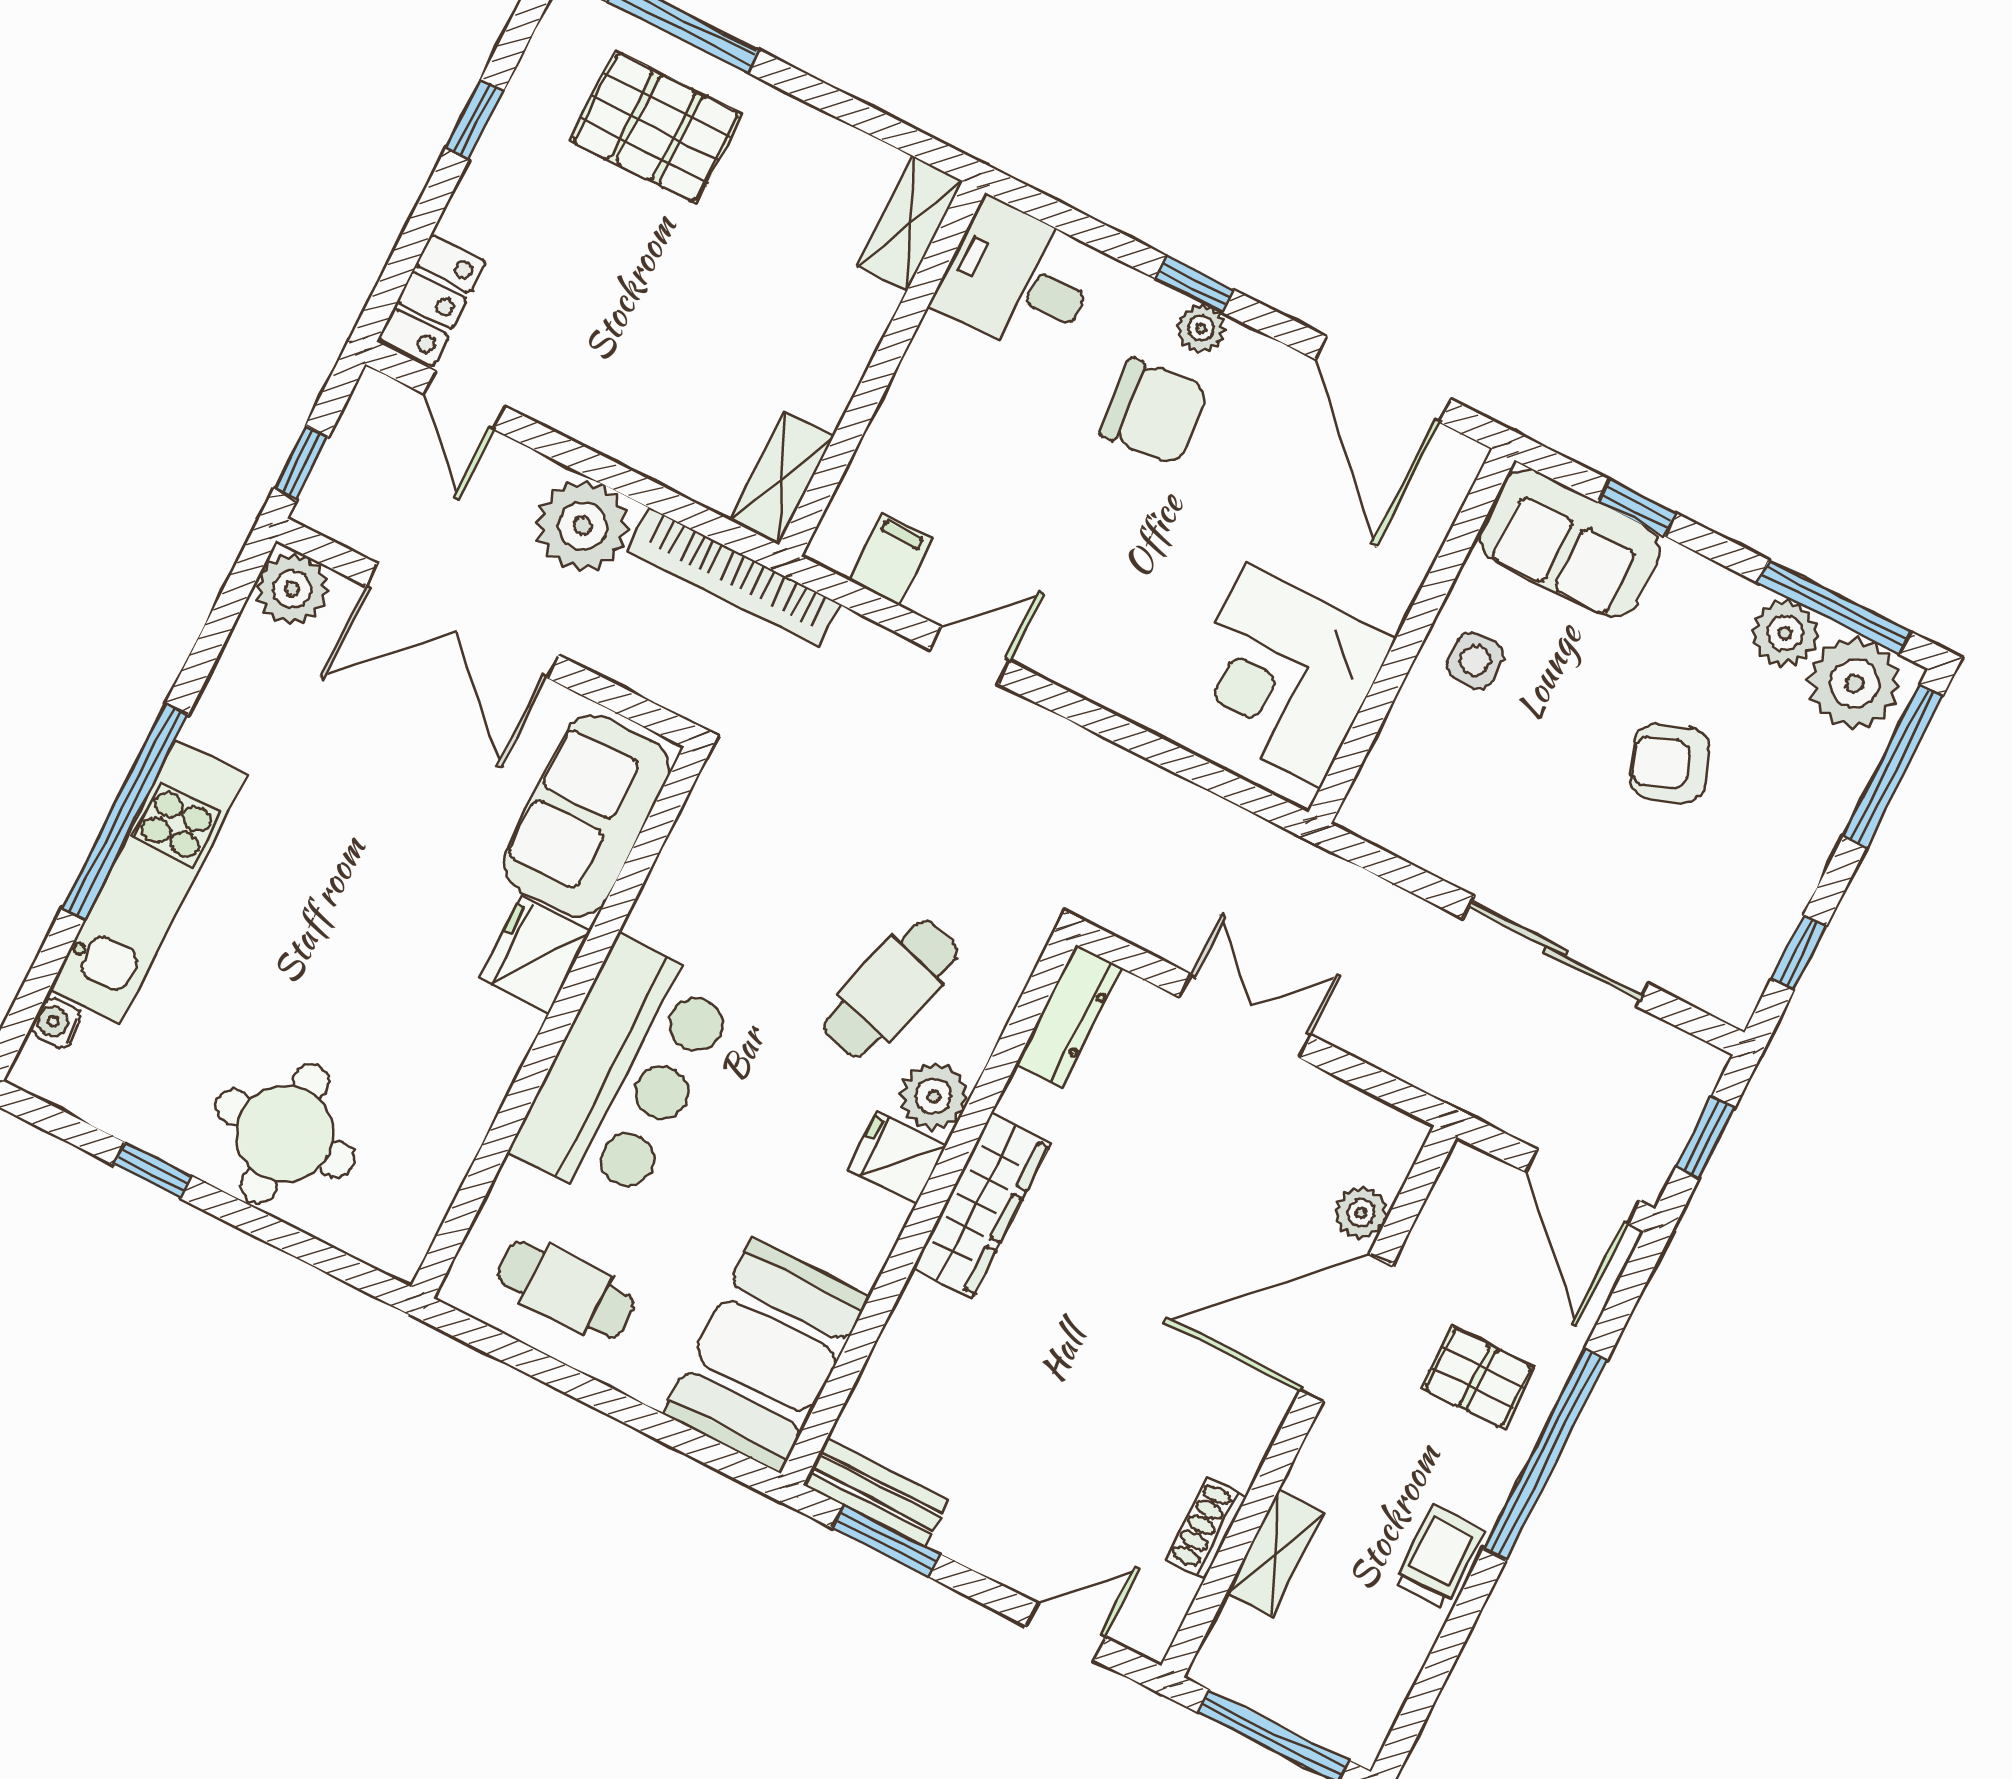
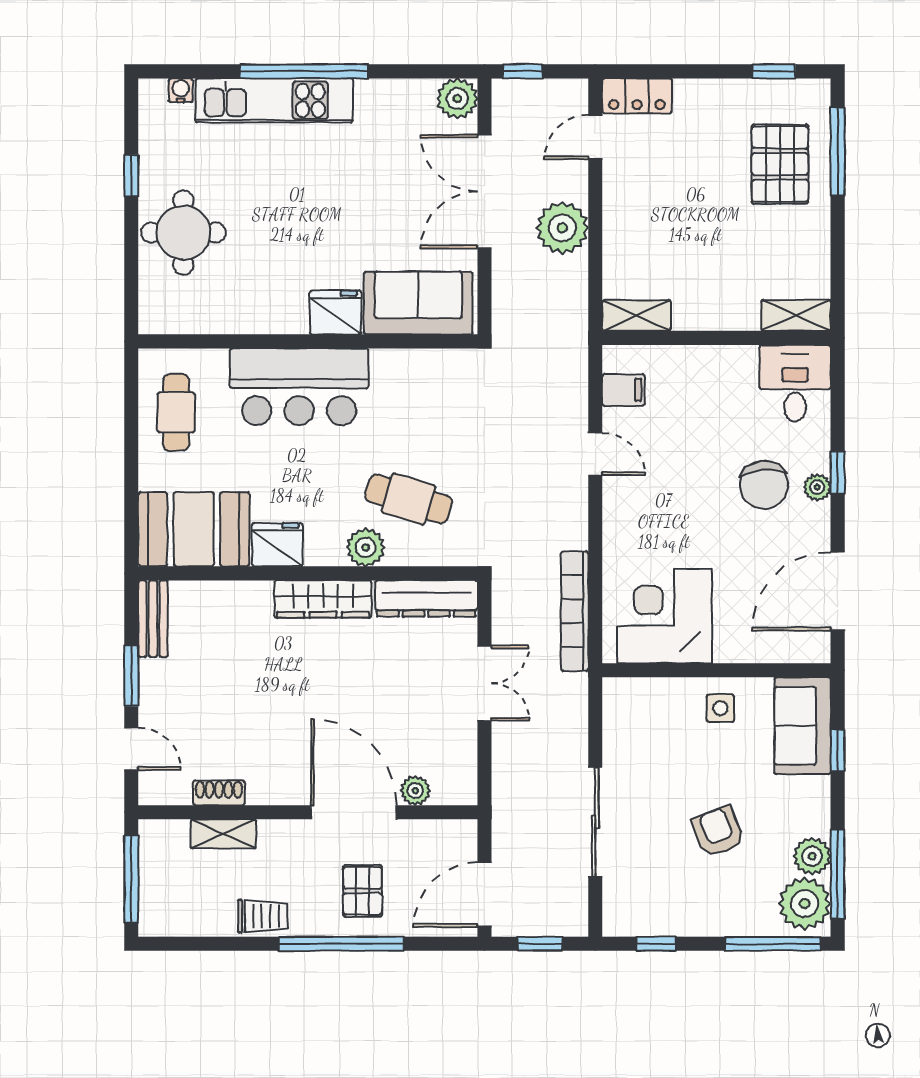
window: (475, 120) -> (774, 71), moved
bookcase: (734, 577) -> (575, 611), moved
dresser: (1069, 1016) -> (426, 599), width x1.37, depth x1.24
fridge: (897, 1158) -> (277, 545), moved, width x1.38
window: (886, 1541) -> (131, 676), moved

